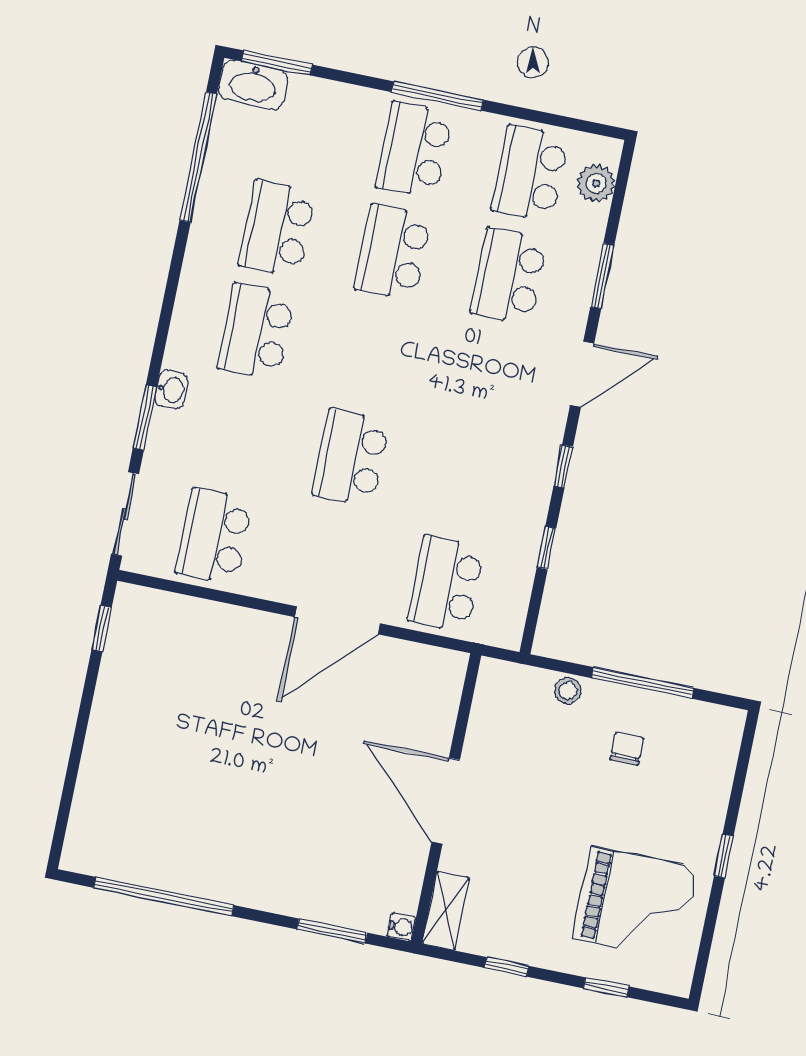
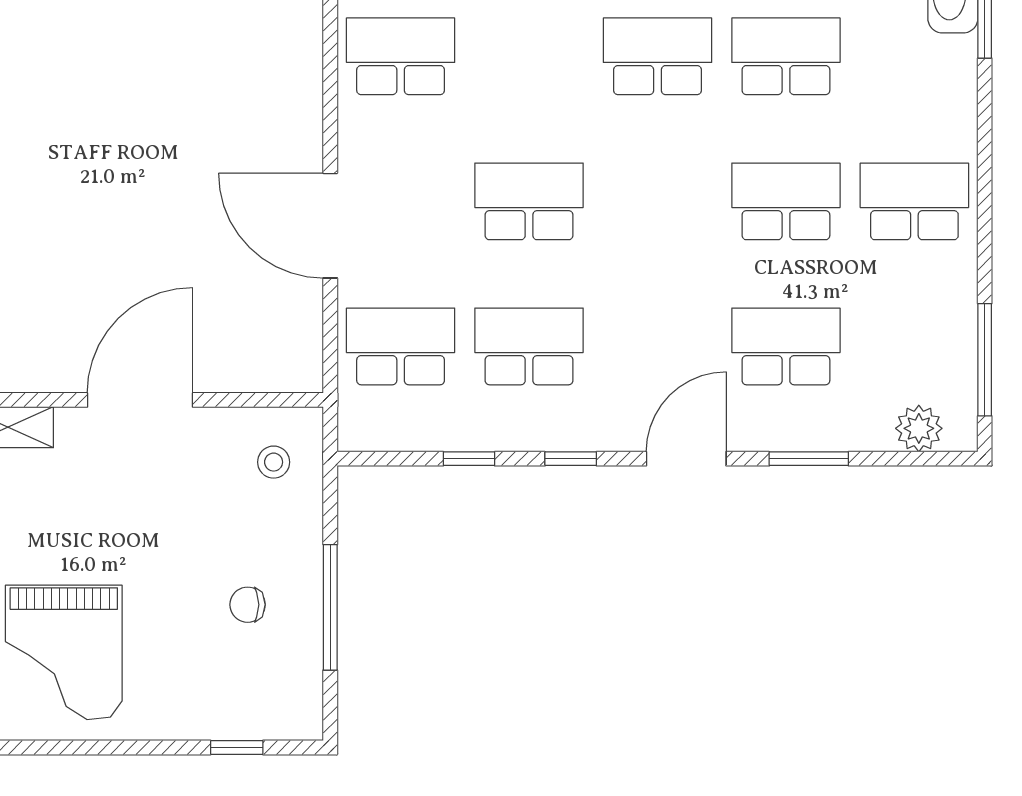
window: (437, 96) -> (985, 360), moved
school desk: (530, 173) -> (529, 346), moved
door: (582, 374) -> (686, 459), swing flipped
stool: (568, 691) -> (274, 462), moved
chair: (627, 749) -> (248, 605), turned 180
window: (724, 856) -> (237, 748), moved

